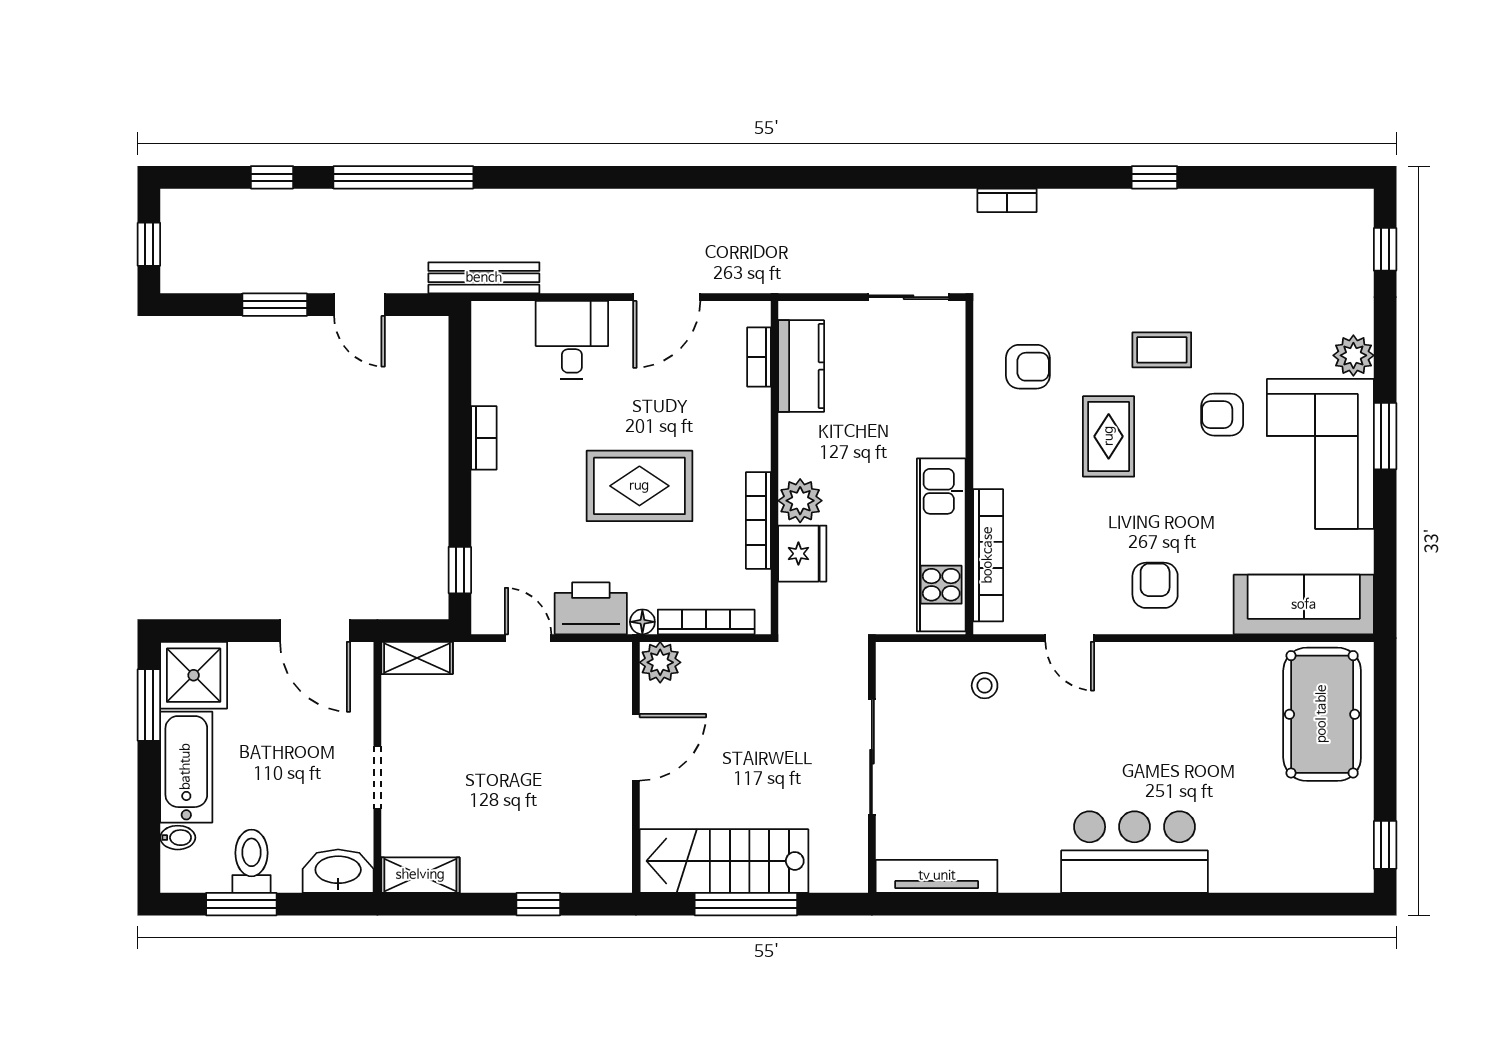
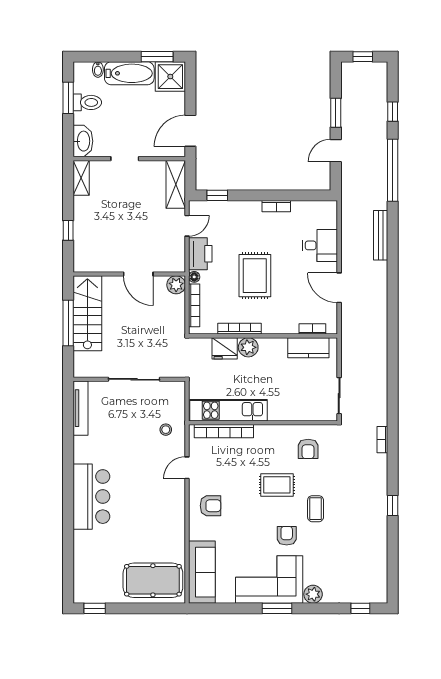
bench: (484, 278) -> (381, 235), moved
shelving: (417, 658) -> (176, 184), width x1.50, depth x1.33

